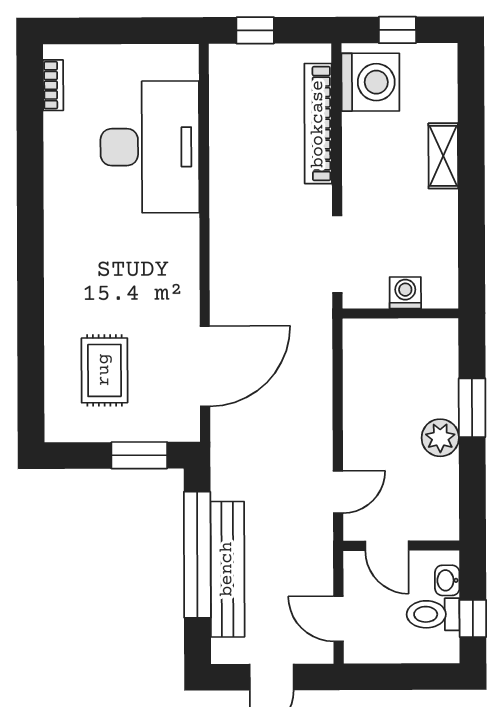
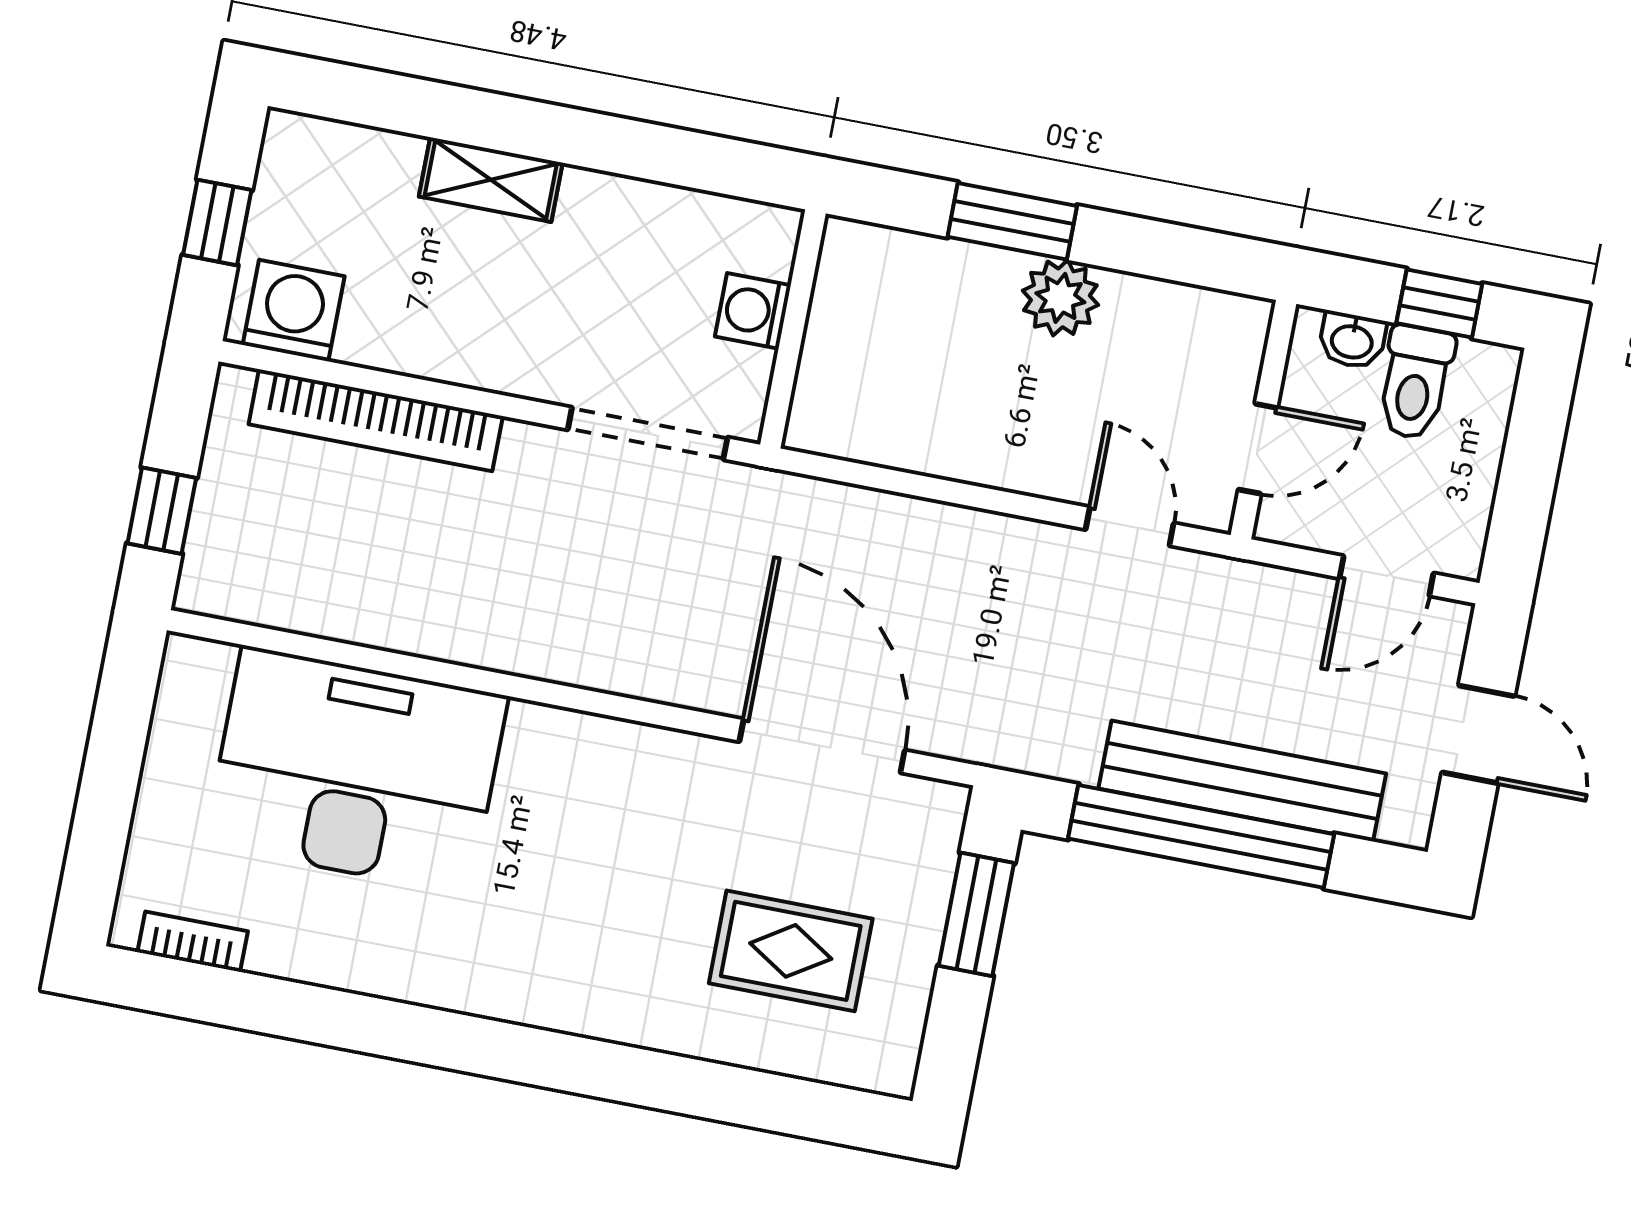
washing machine: (370, 82) -> (294, 311), width x0.73, depth x0.73

